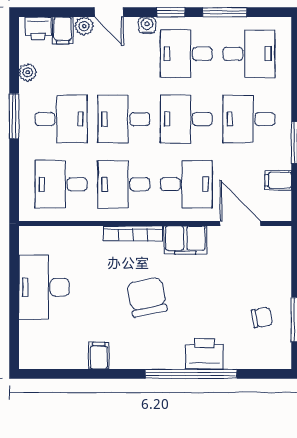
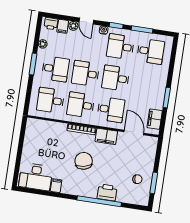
desk: (249, 119) -> (146, 83), removed
filing cabinet: (278, 180) -> (155, 119), width x2.00
desk: (44, 287) -> (36, 177), moved, turned -90

